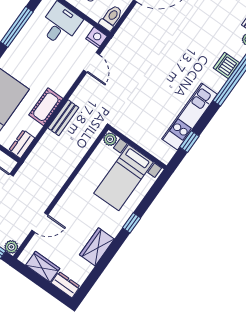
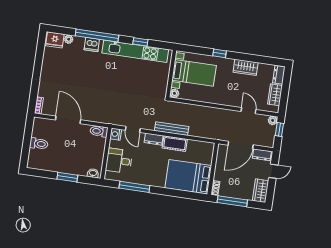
door: (91, 62) -> (133, 129), swing flipped
kitchen unit: (190, 117) -> (135, 51), width x1.36
bench: (63, 118) -> (172, 129), width x1.36
window: (189, 142) -> (140, 42), moved
dresser: (22, 144) -> (154, 139), moved

